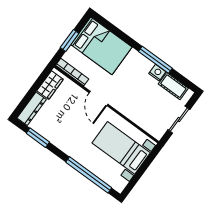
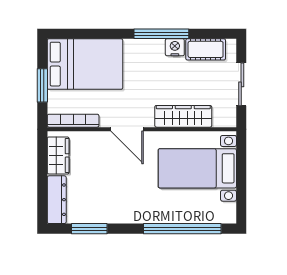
wardrobe: (134, 114) -> (183, 116), added

